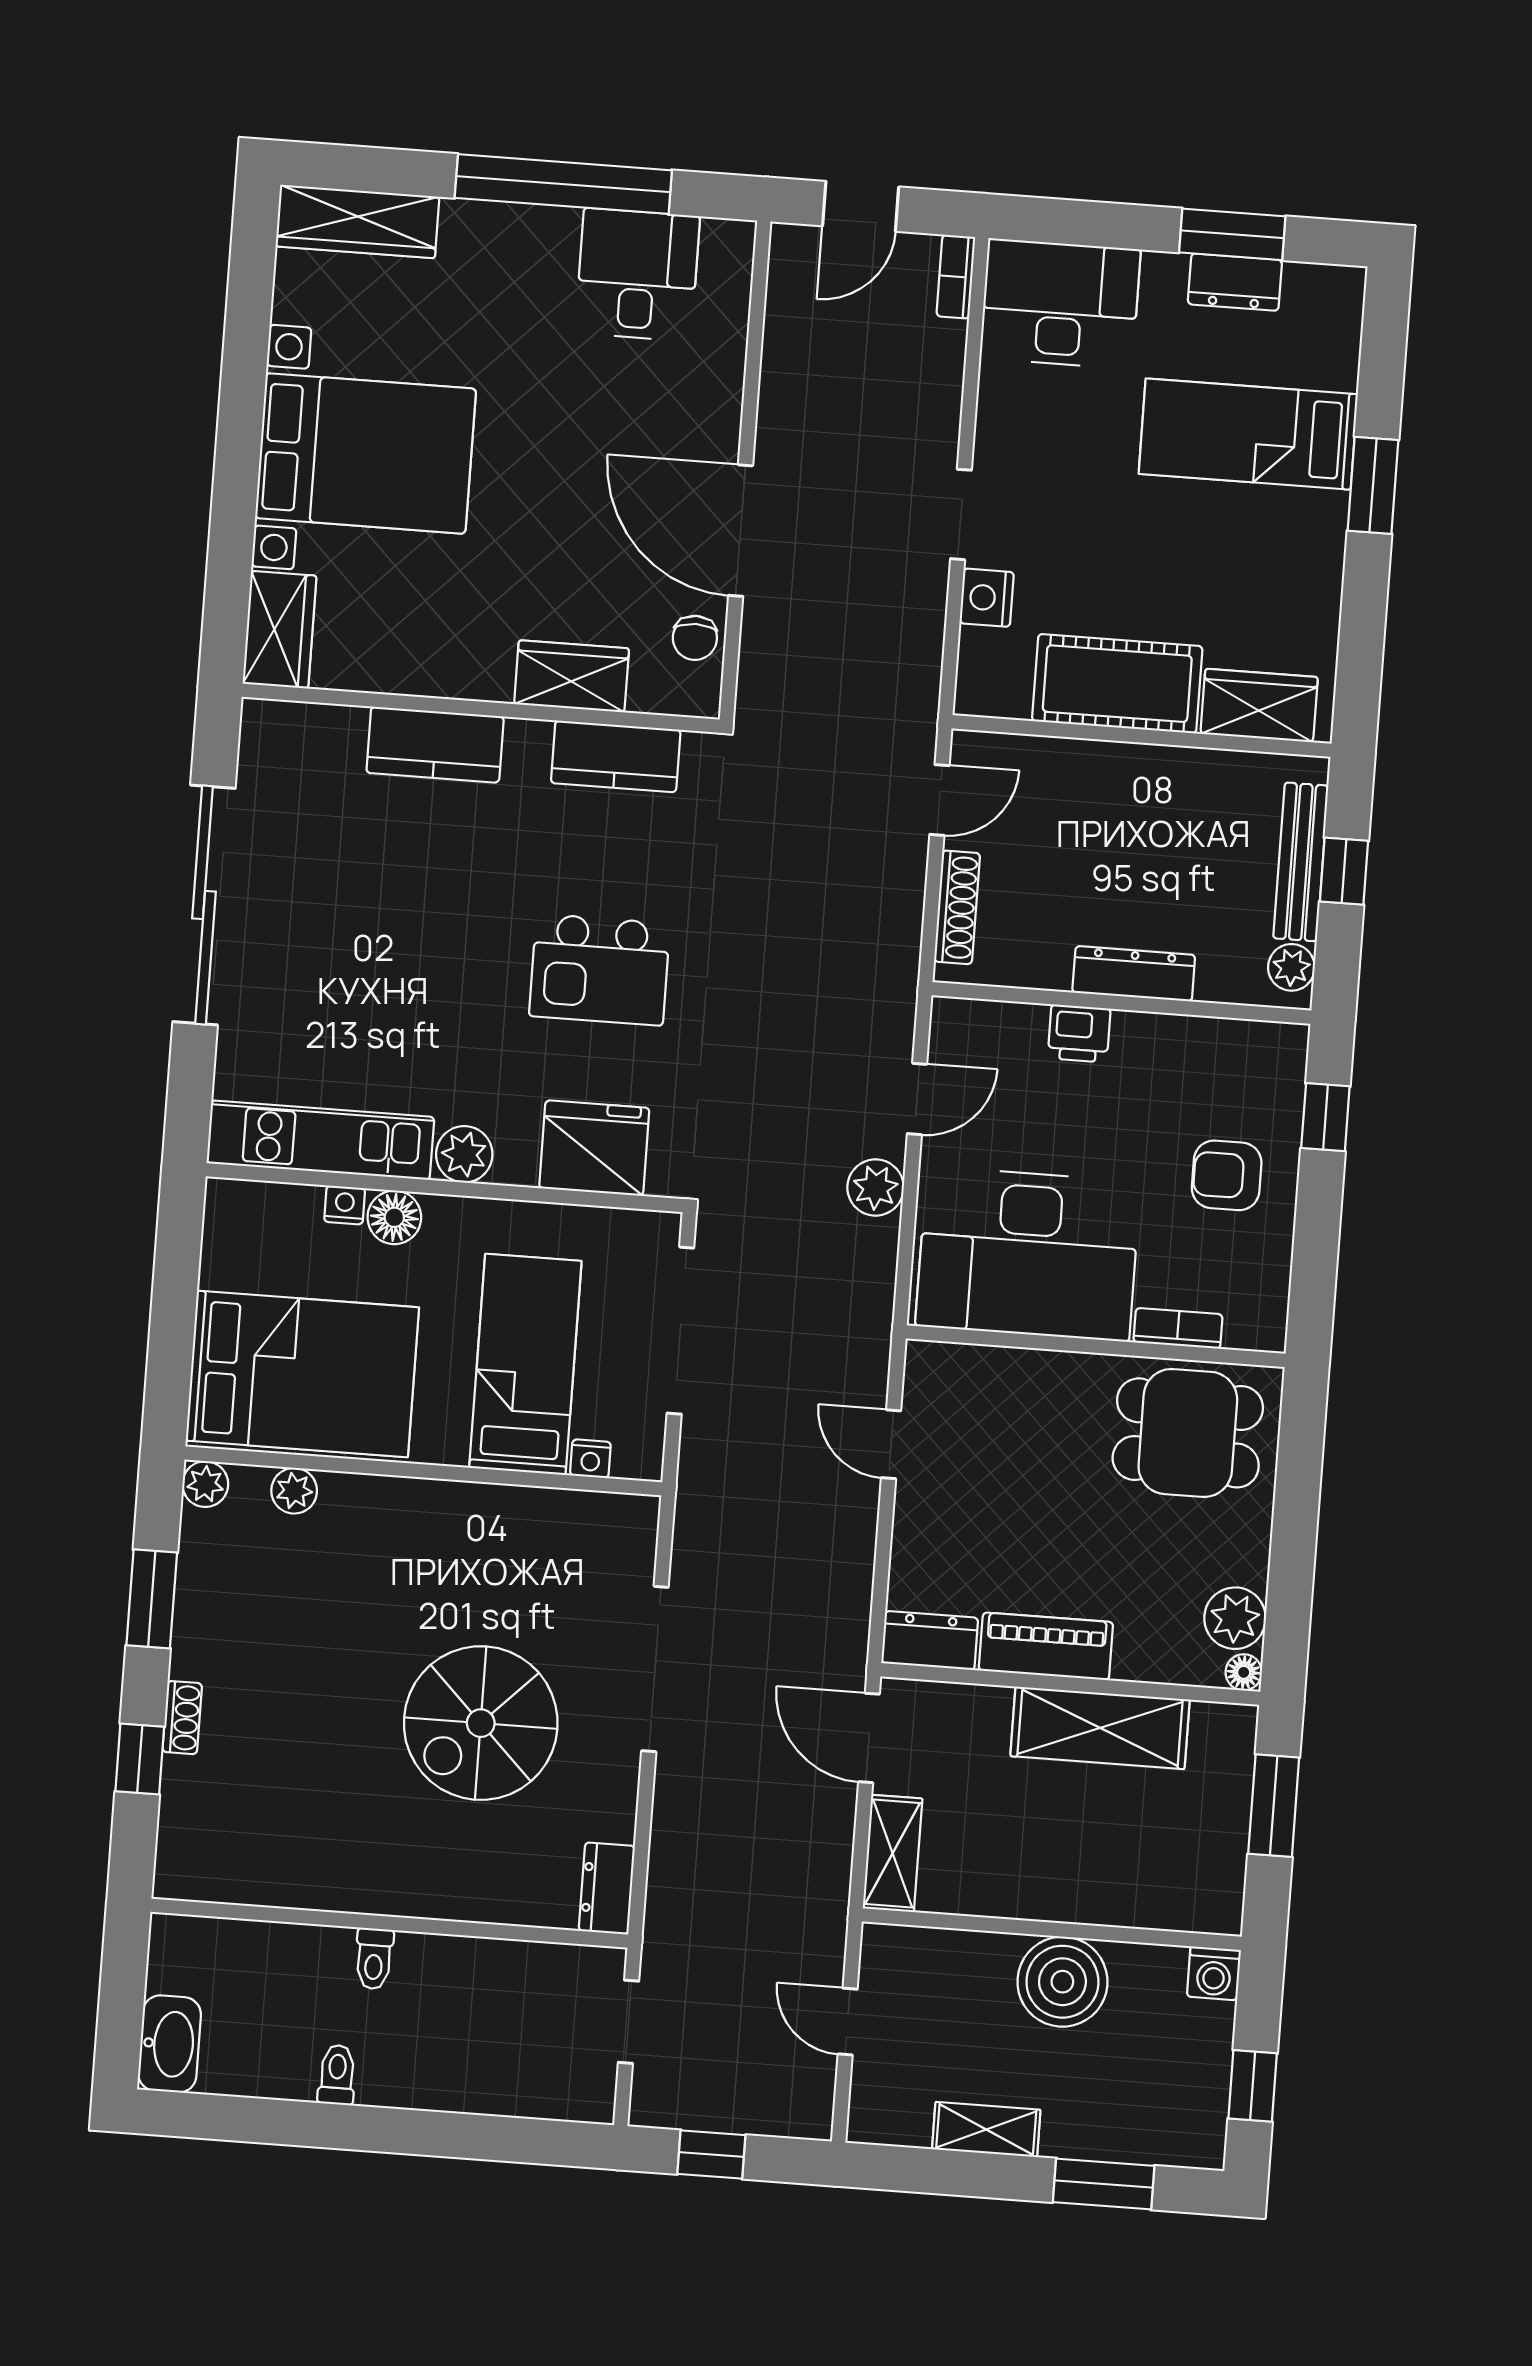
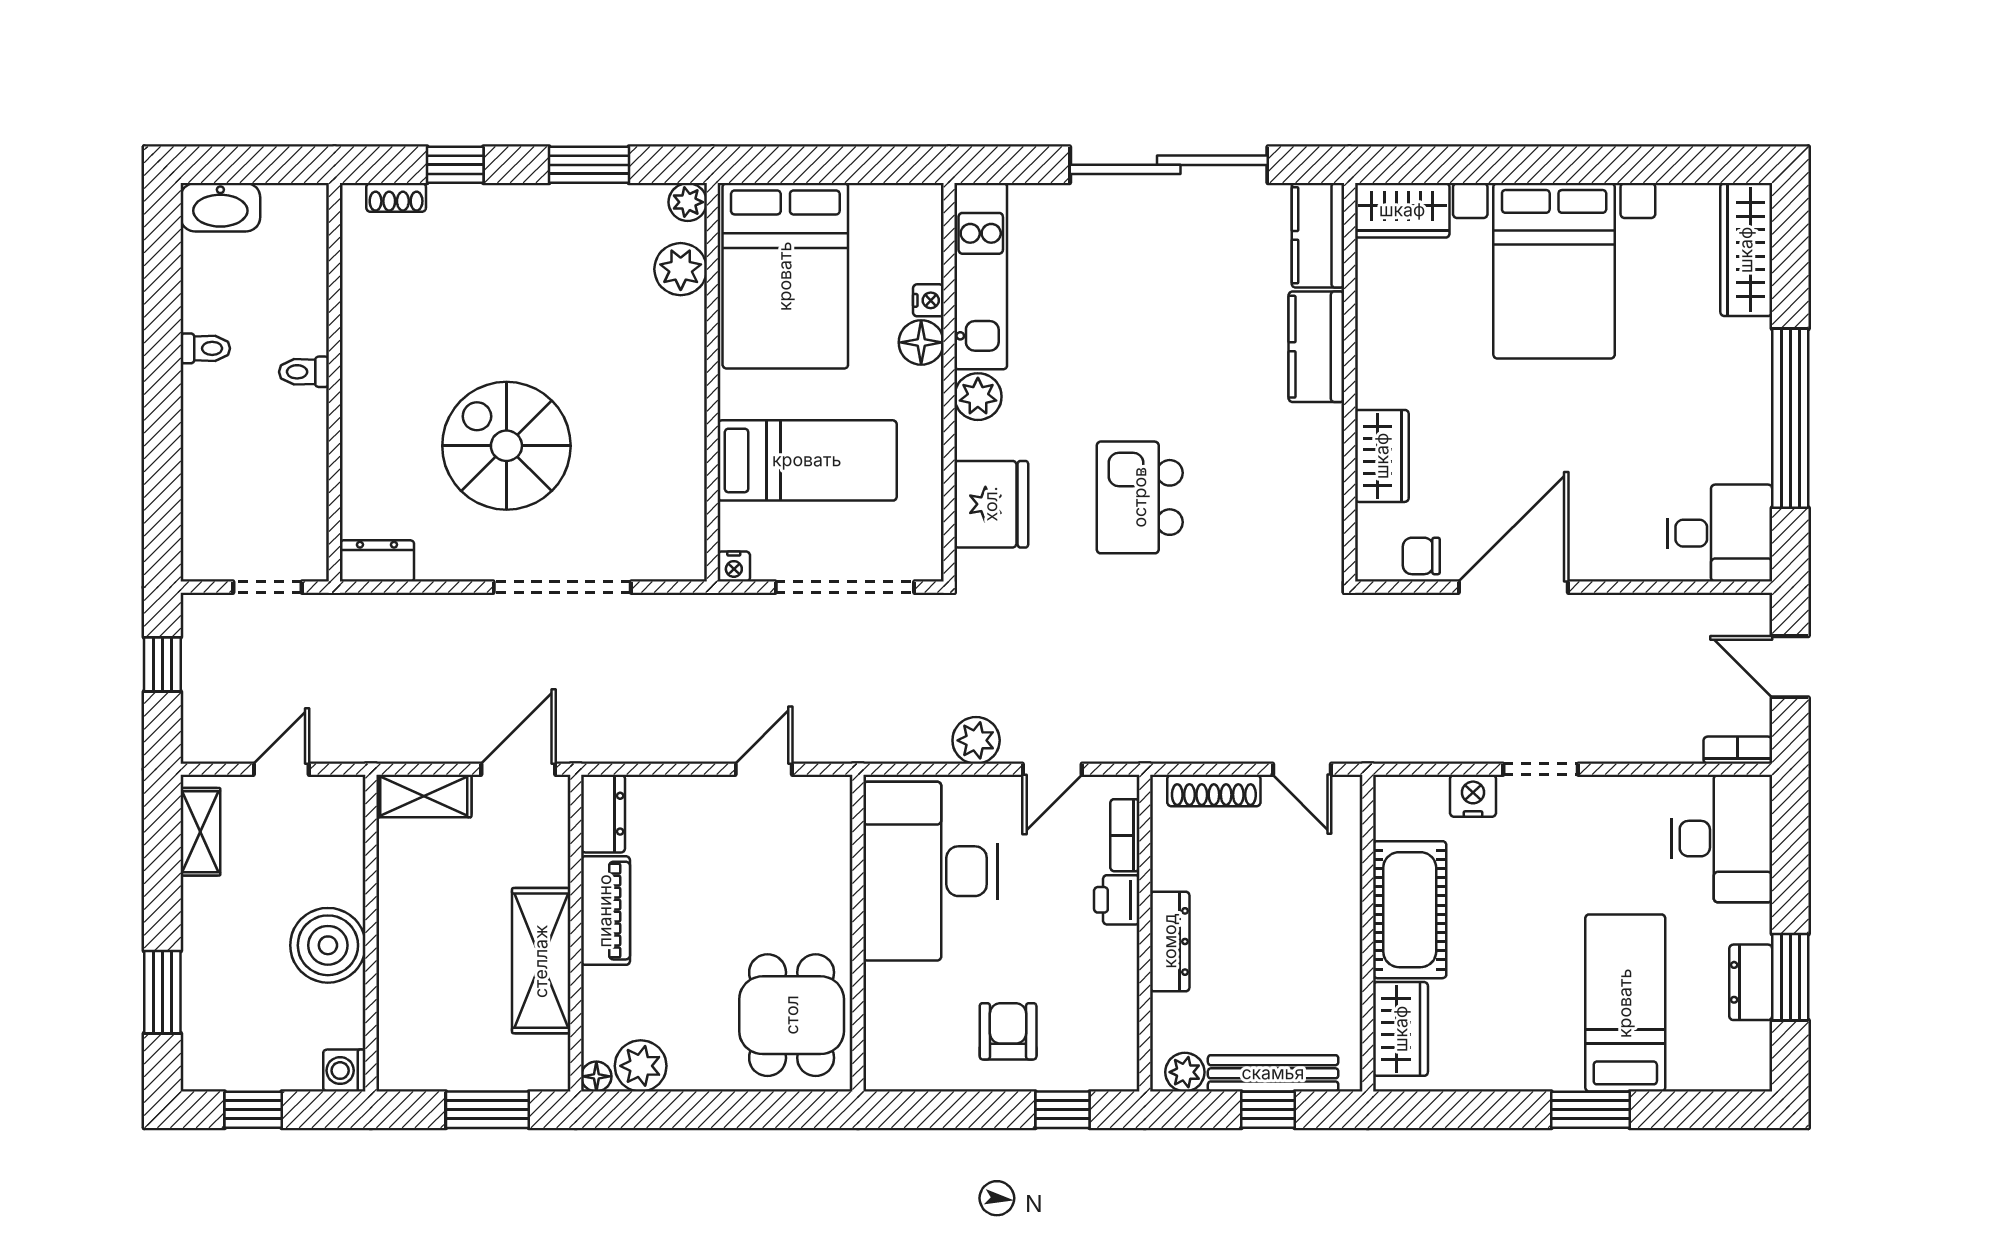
desk: (637, 275) -> (1720, 533), moved
kitchen counter: (616, 756) -> (1318, 235), moved
door: (917, 1099) -> (1052, 769), hinge flipped
bookcase: (1178, 1328) -> (1125, 835), moved, turned 180
nightstand: (590, 1459) -> (734, 567), moved, turned -90
plant: (294, 1491) -> (681, 269), width x1.38, depth x1.38
shoe rack: (182, 1718) -> (396, 197), moved
shelving: (986, 2129) -> (200, 832), moved

